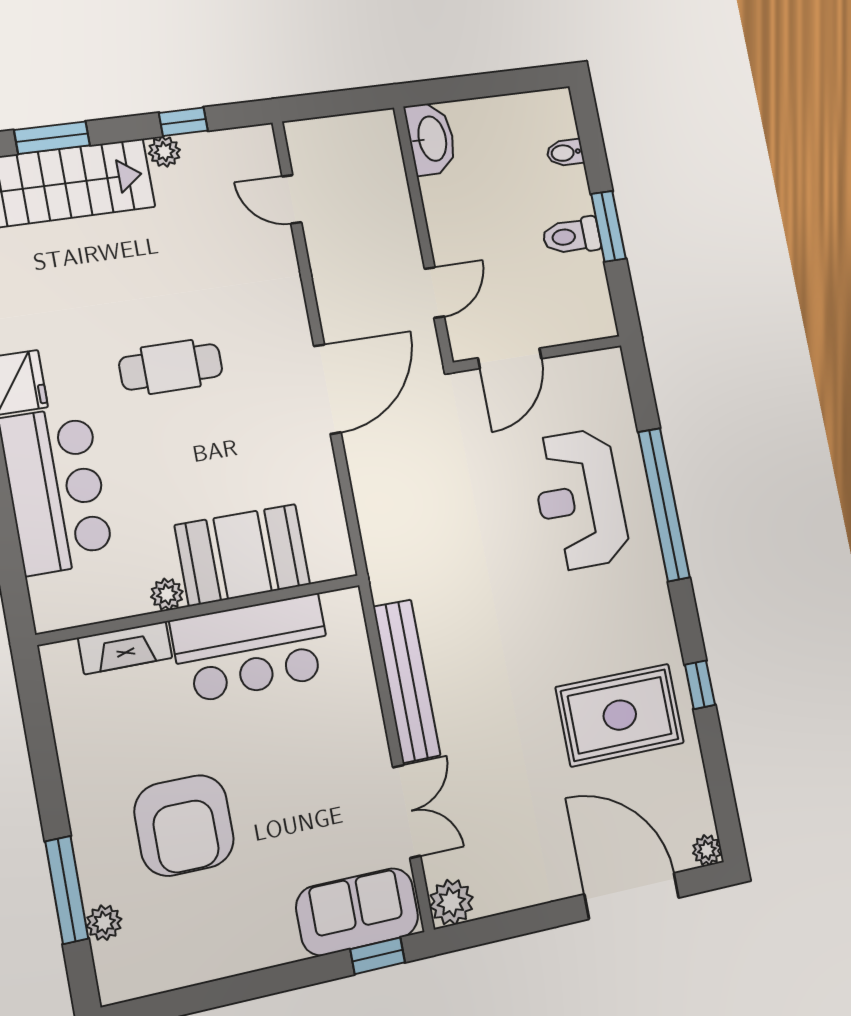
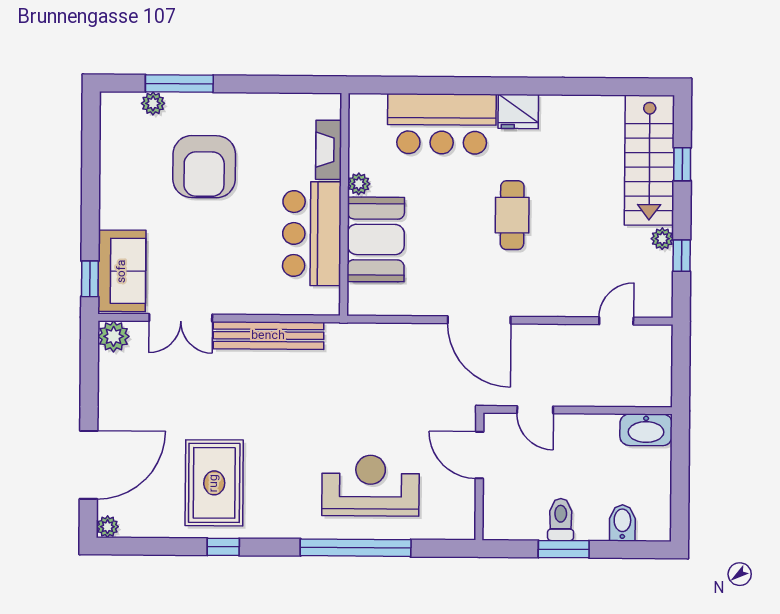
window: (52, 138) -> (682, 164), width x0.67
bidet: (565, 153) -> (622, 523), width x1.38, depth x1.36
armchair: (184, 825) -> (204, 167), turned -90

